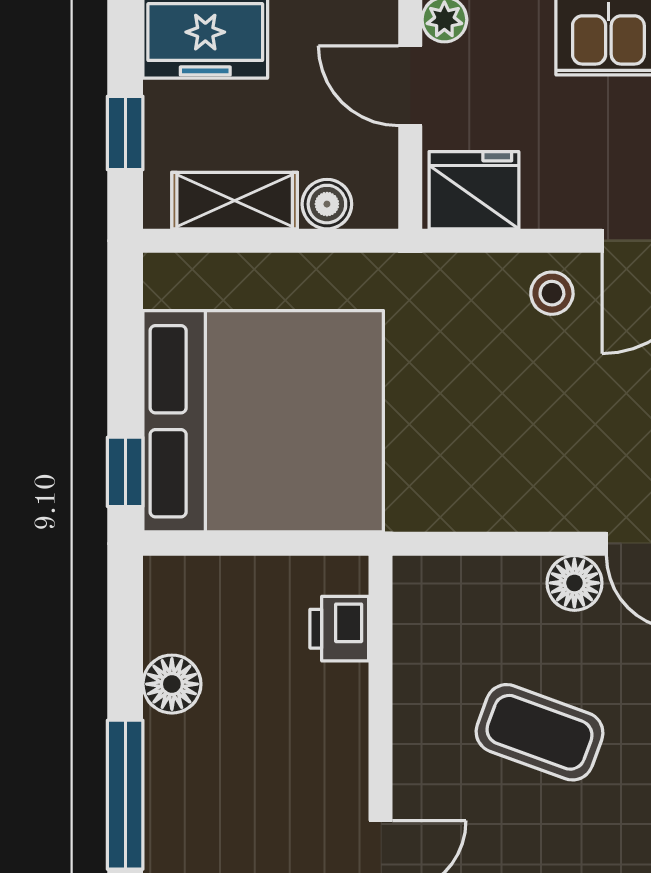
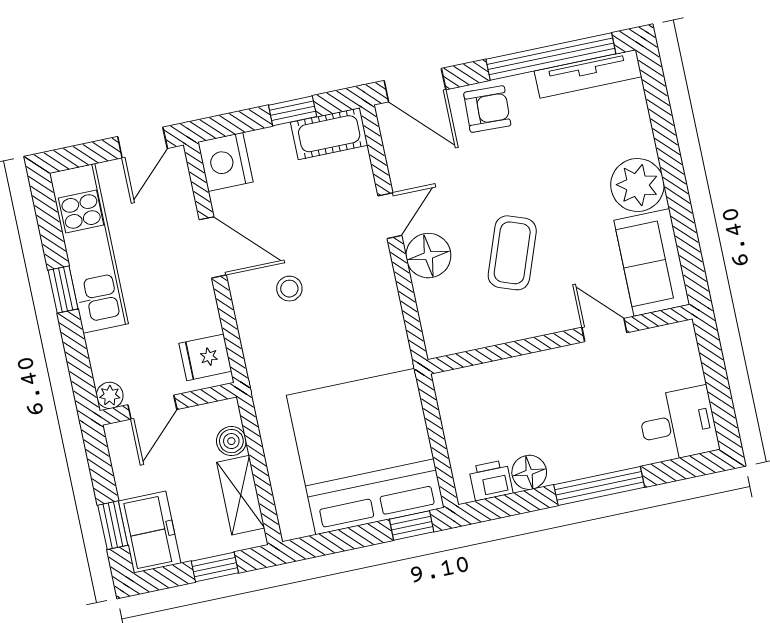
fridge: (474, 190) -> (205, 357), width x0.72
stool: (552, 293) -> (289, 289), moved
floor lamp: (574, 583) -> (428, 256), width x1.38, depth x1.38
printer: (339, 629) -> (491, 480), moved, turned 180

